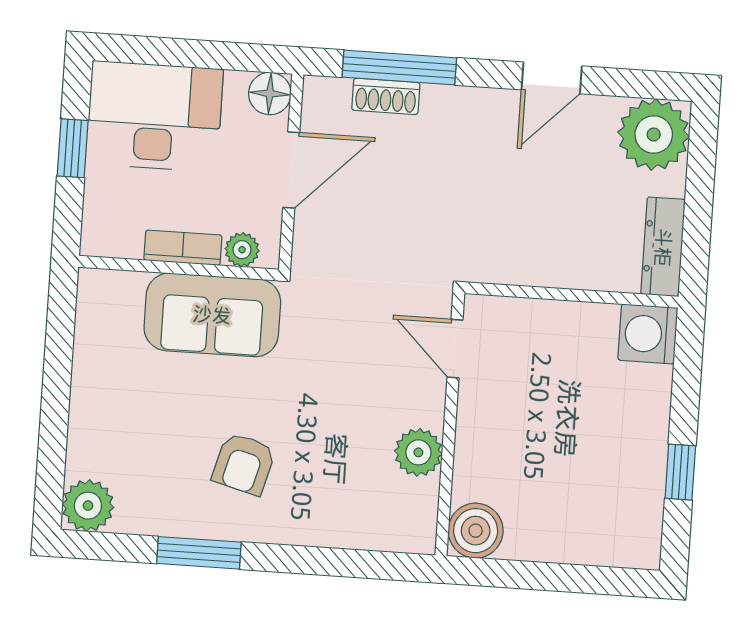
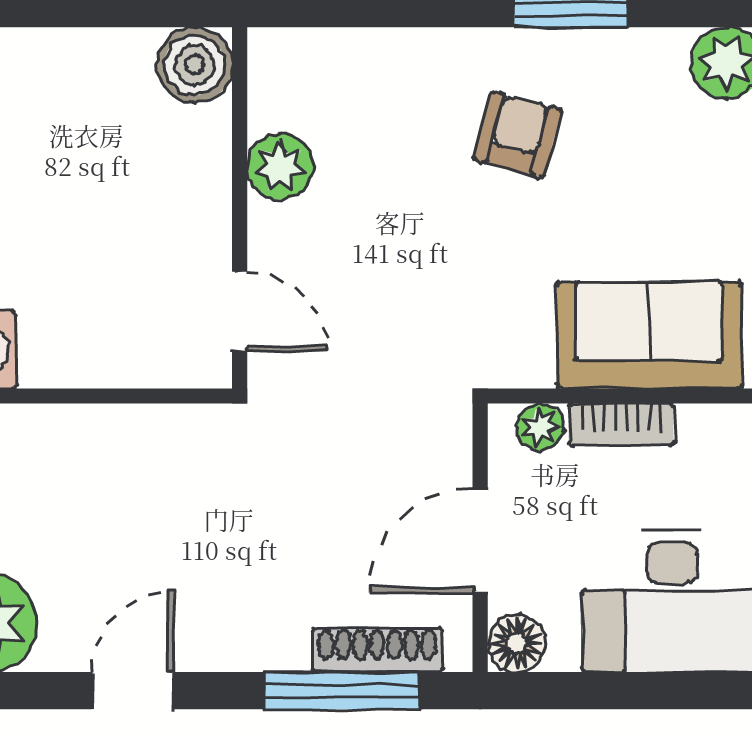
shoe rack: (386, 96) -> (377, 650), width x1.43
sofa: (212, 315) -> (649, 335), moved

